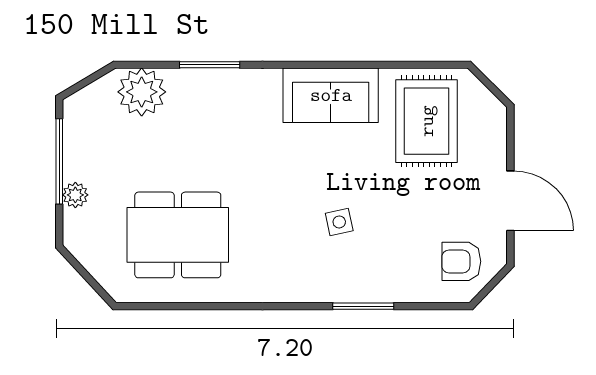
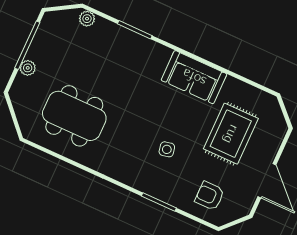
plant: (142, 92) -> (87, 19), width x0.53, depth x0.53
rug: (427, 121) -> (231, 134), moved
armchair: (461, 261) -> (210, 196), moved

